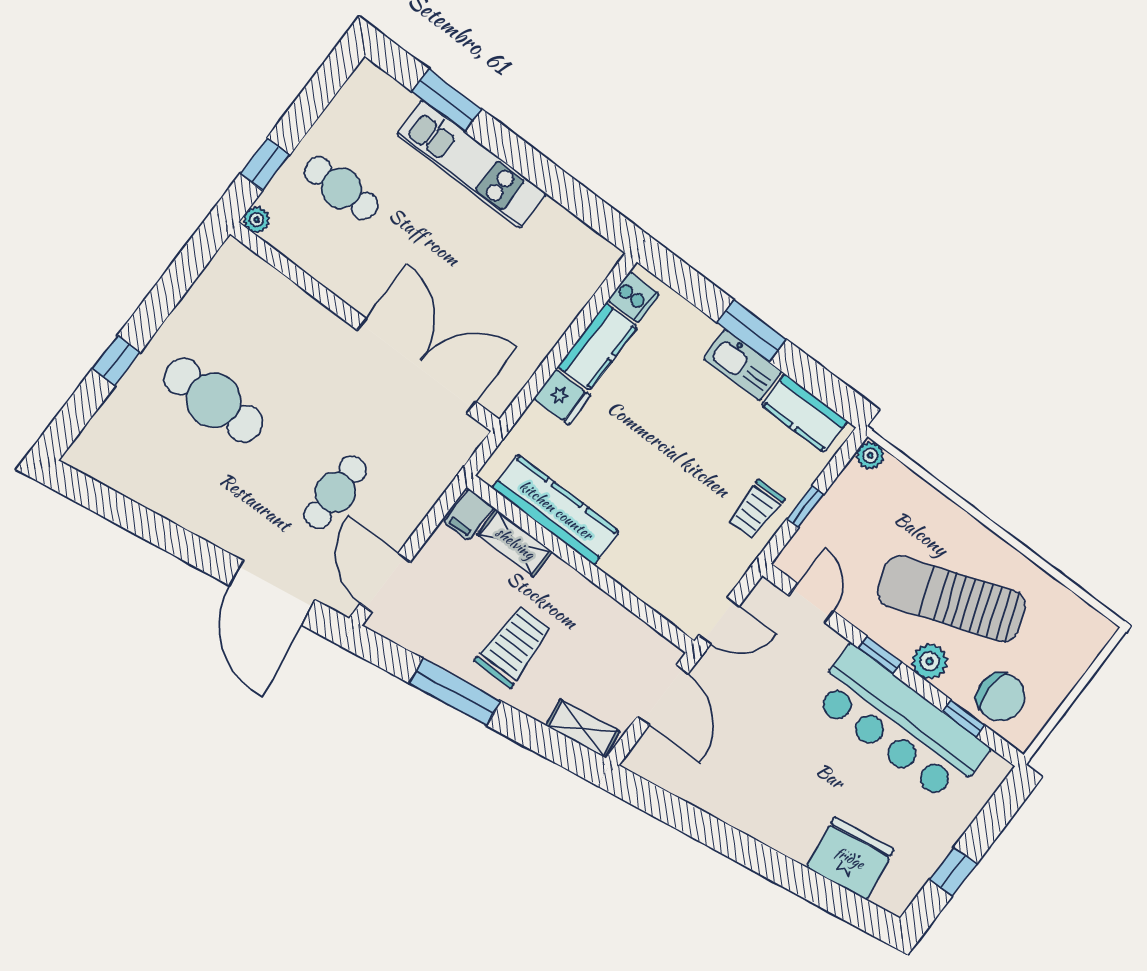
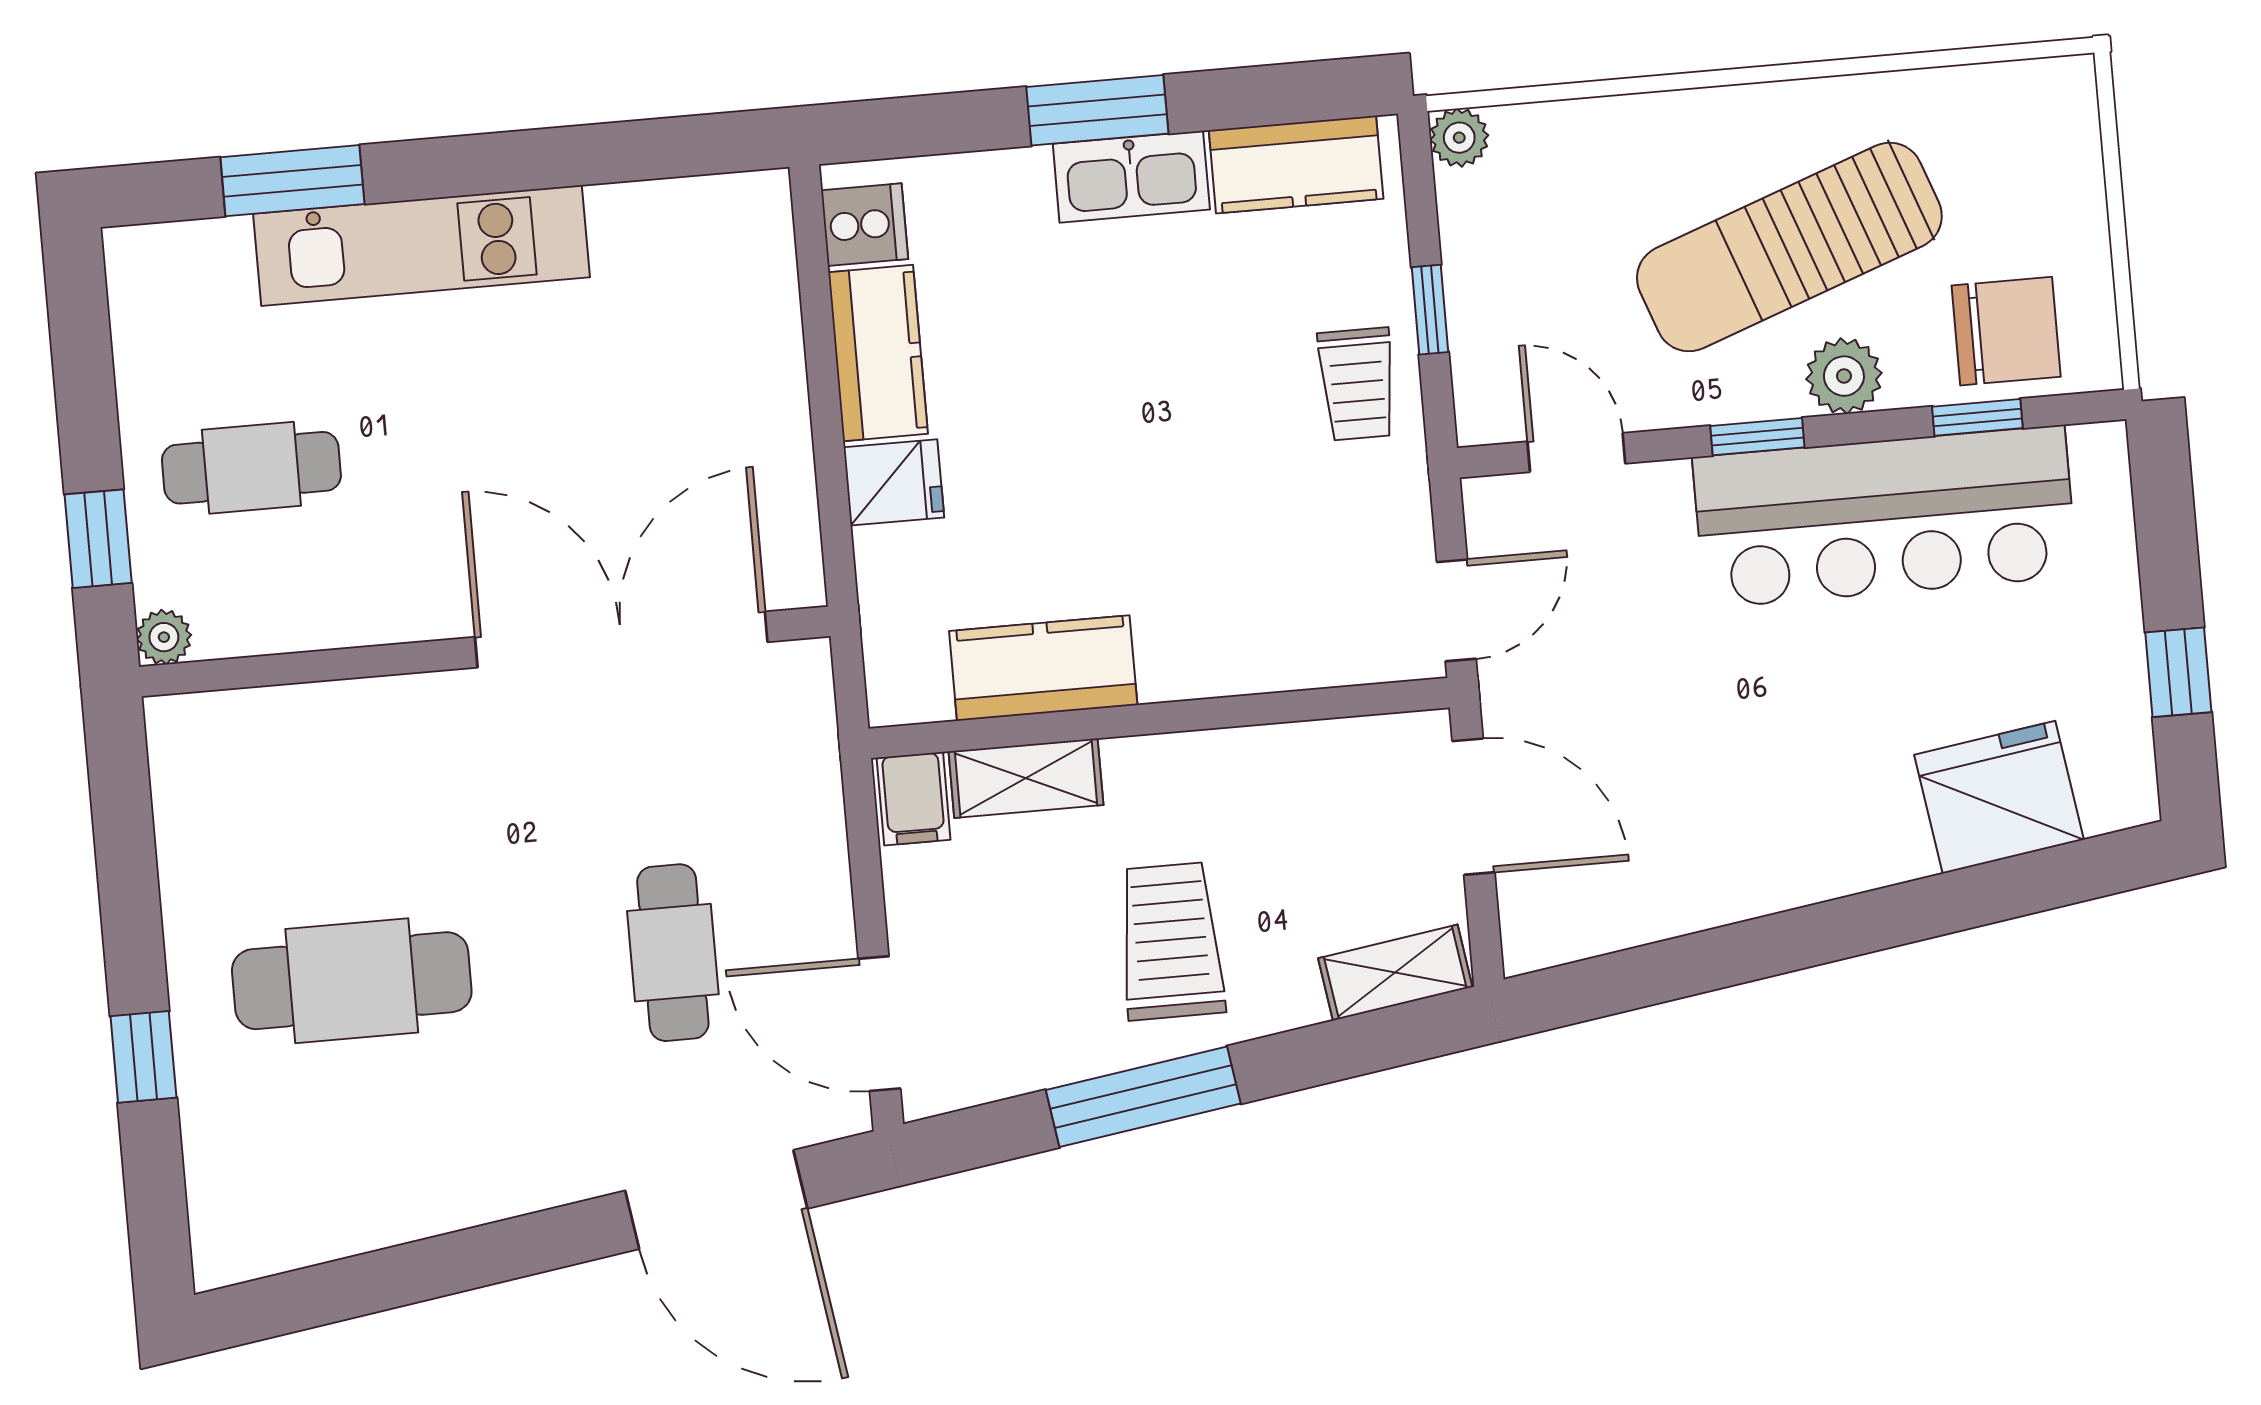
kitchen counter: (556, 510) -> (1043, 668), width x0.67

